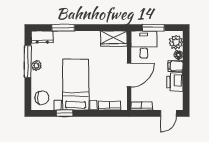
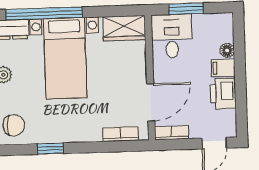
window: (63, 28) -> (44, 13), width x2.11
plant: (176, 42) -> (222, 31), removed
door: (129, 75) -> (151, 102), moved
bed with nightstands: (76, 85) -> (65, 58), moved, turned 180

